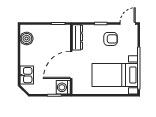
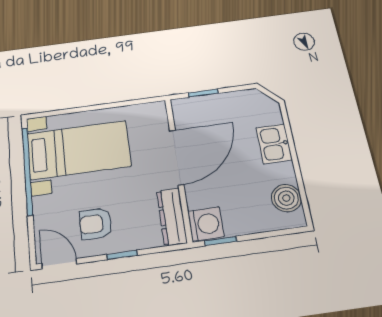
door: (128, 23) -> (59, 264), swing flipped
kitchen sink: (27, 75) -> (274, 144), moved
washing machine: (63, 87) -> (206, 224), moved

